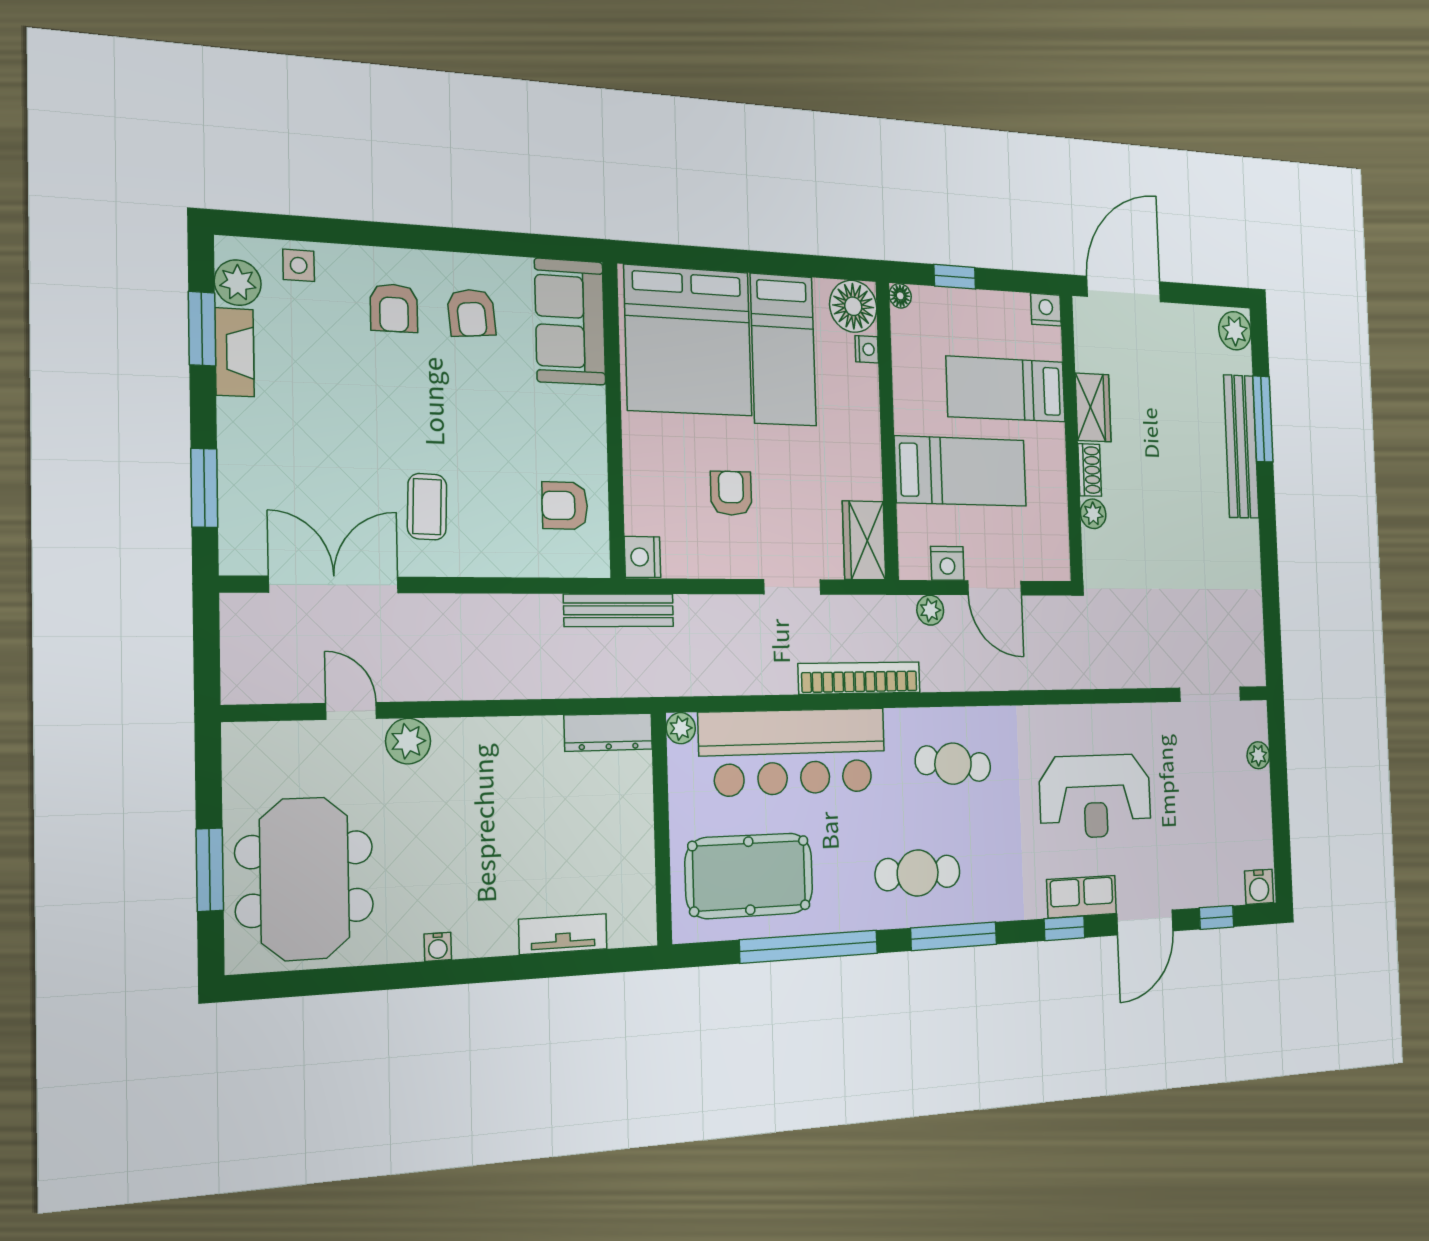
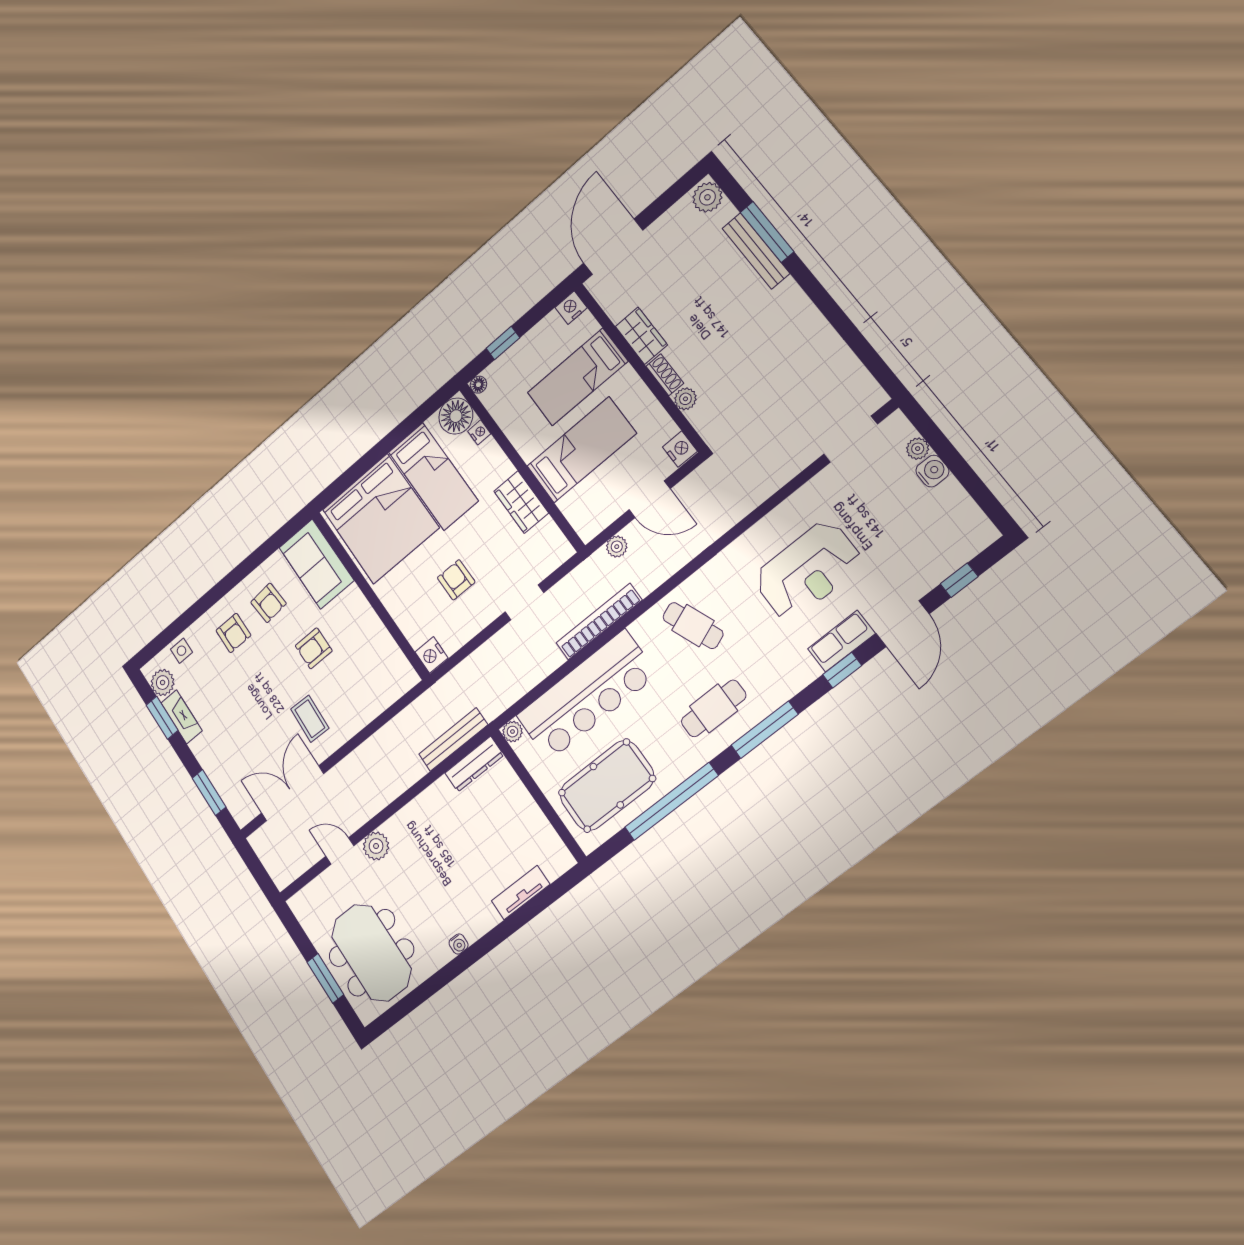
bench: (1241, 446) -> (756, 251), width x0.73, depth x0.82
armchair: (565, 506) -> (314, 648), moved
wardrobe: (864, 540) -> (521, 502), moved
nightstand: (947, 563) -> (680, 449), moved, turned -90
bench: (619, 610) -> (453, 739), moved
cafe table: (953, 764) -> (693, 626), turned 60
water cooler: (1259, 887) -> (932, 471), moved, turned -90

